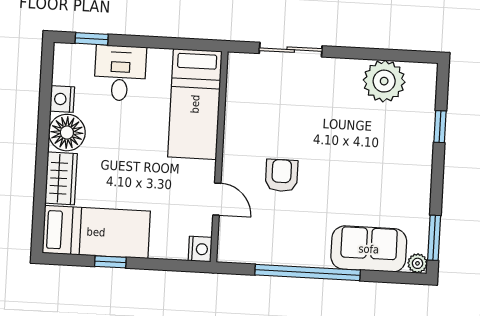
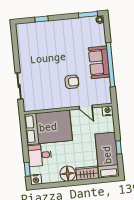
plant: (384, 81) -> (26, 45), removed
nightstand: (62, 99) -> (36, 179), moved
bed: (195, 104) -> (48, 127), width x1.50
armchair: (282, 175) -> (72, 82), turned 180
door: (217, 199) -> (86, 107), swing flipped
sofa: (369, 249) -> (99, 62), moved

